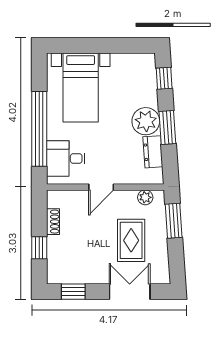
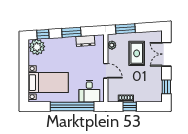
plant: (146, 121) -> (37, 47), moved
rug: (131, 240) -> (137, 53), turned 90
window: (39, 248) -> (130, 106), moved

